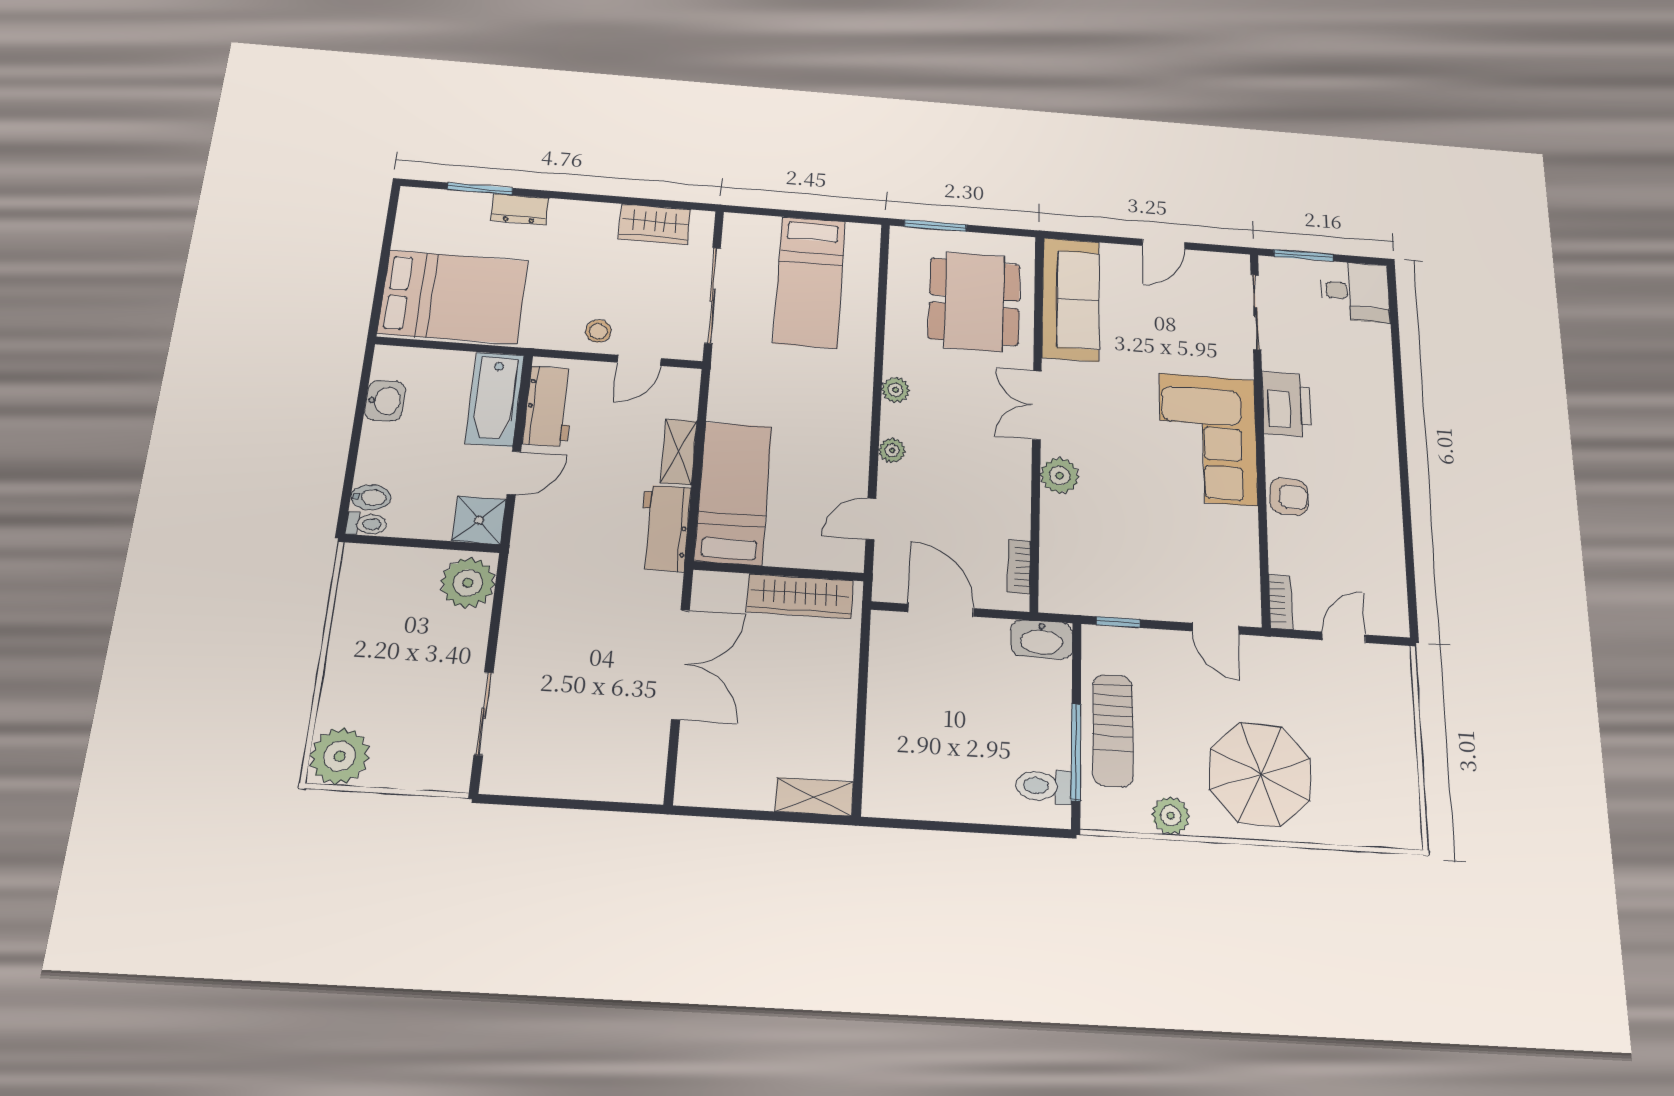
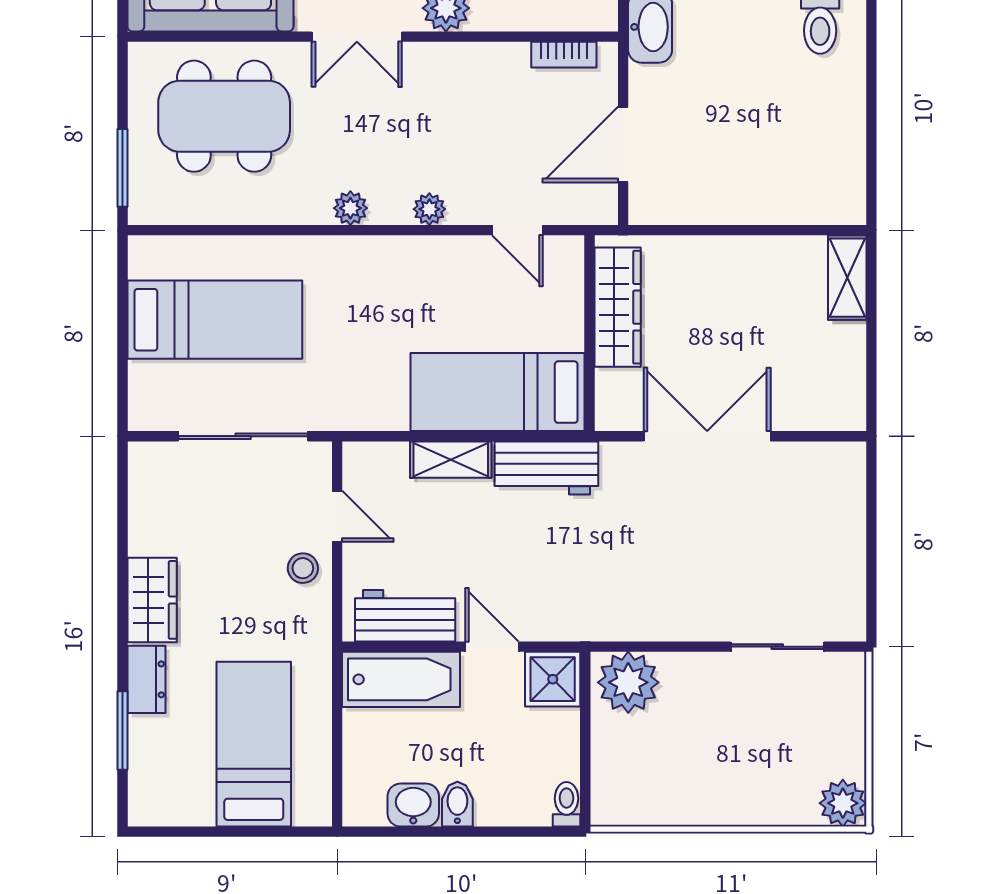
wardrobe: (654, 224) -> (152, 600), moved
bed: (453, 297) -> (254, 744), width x0.67
bidet: (371, 497) -> (457, 804), moved
plant: (340, 756) -> (843, 803), width x0.73, depth x0.73

